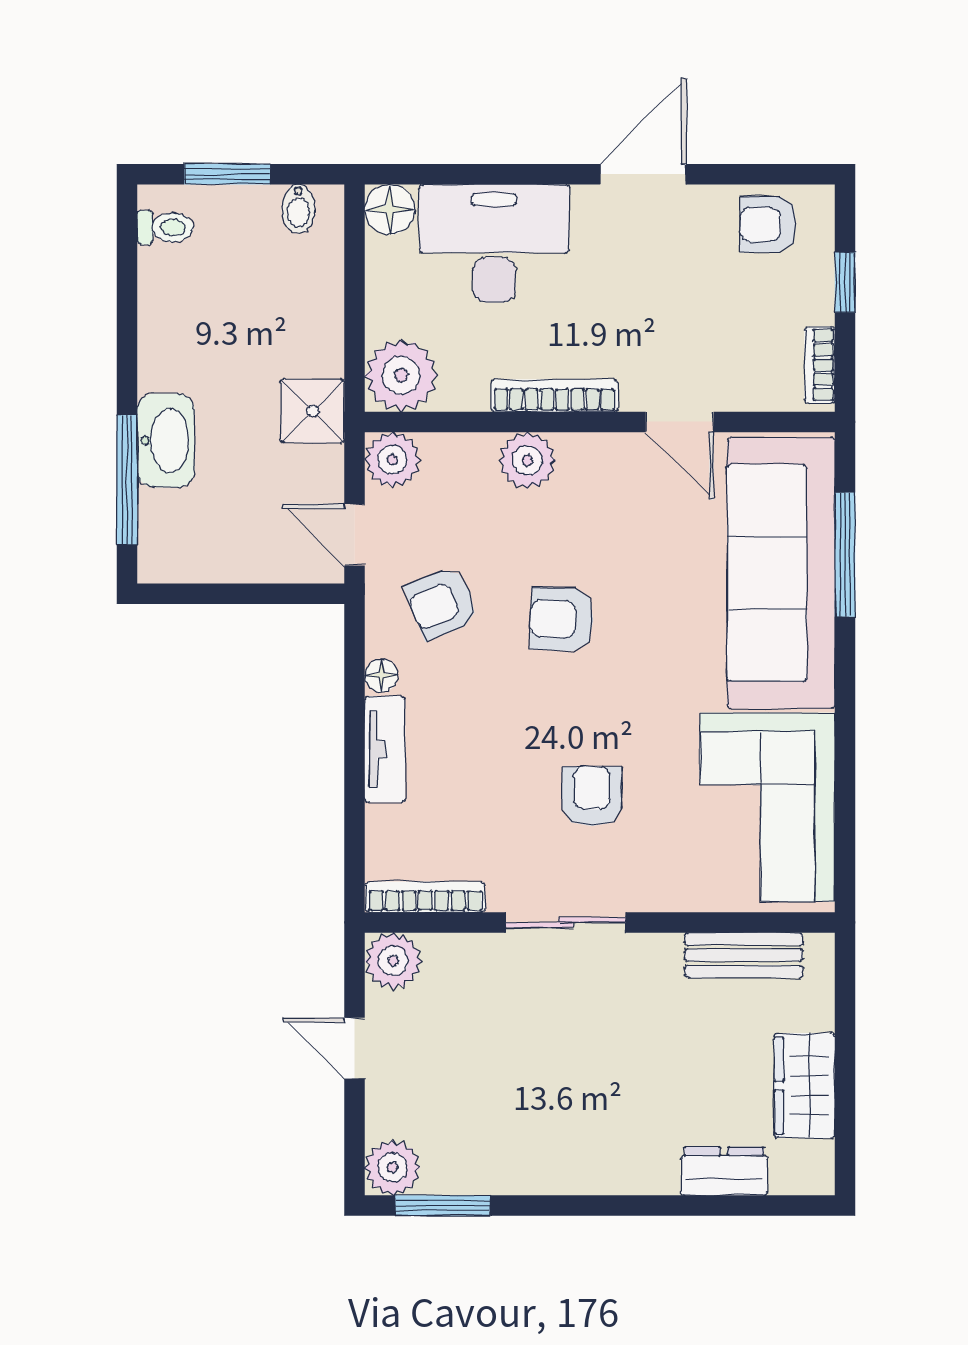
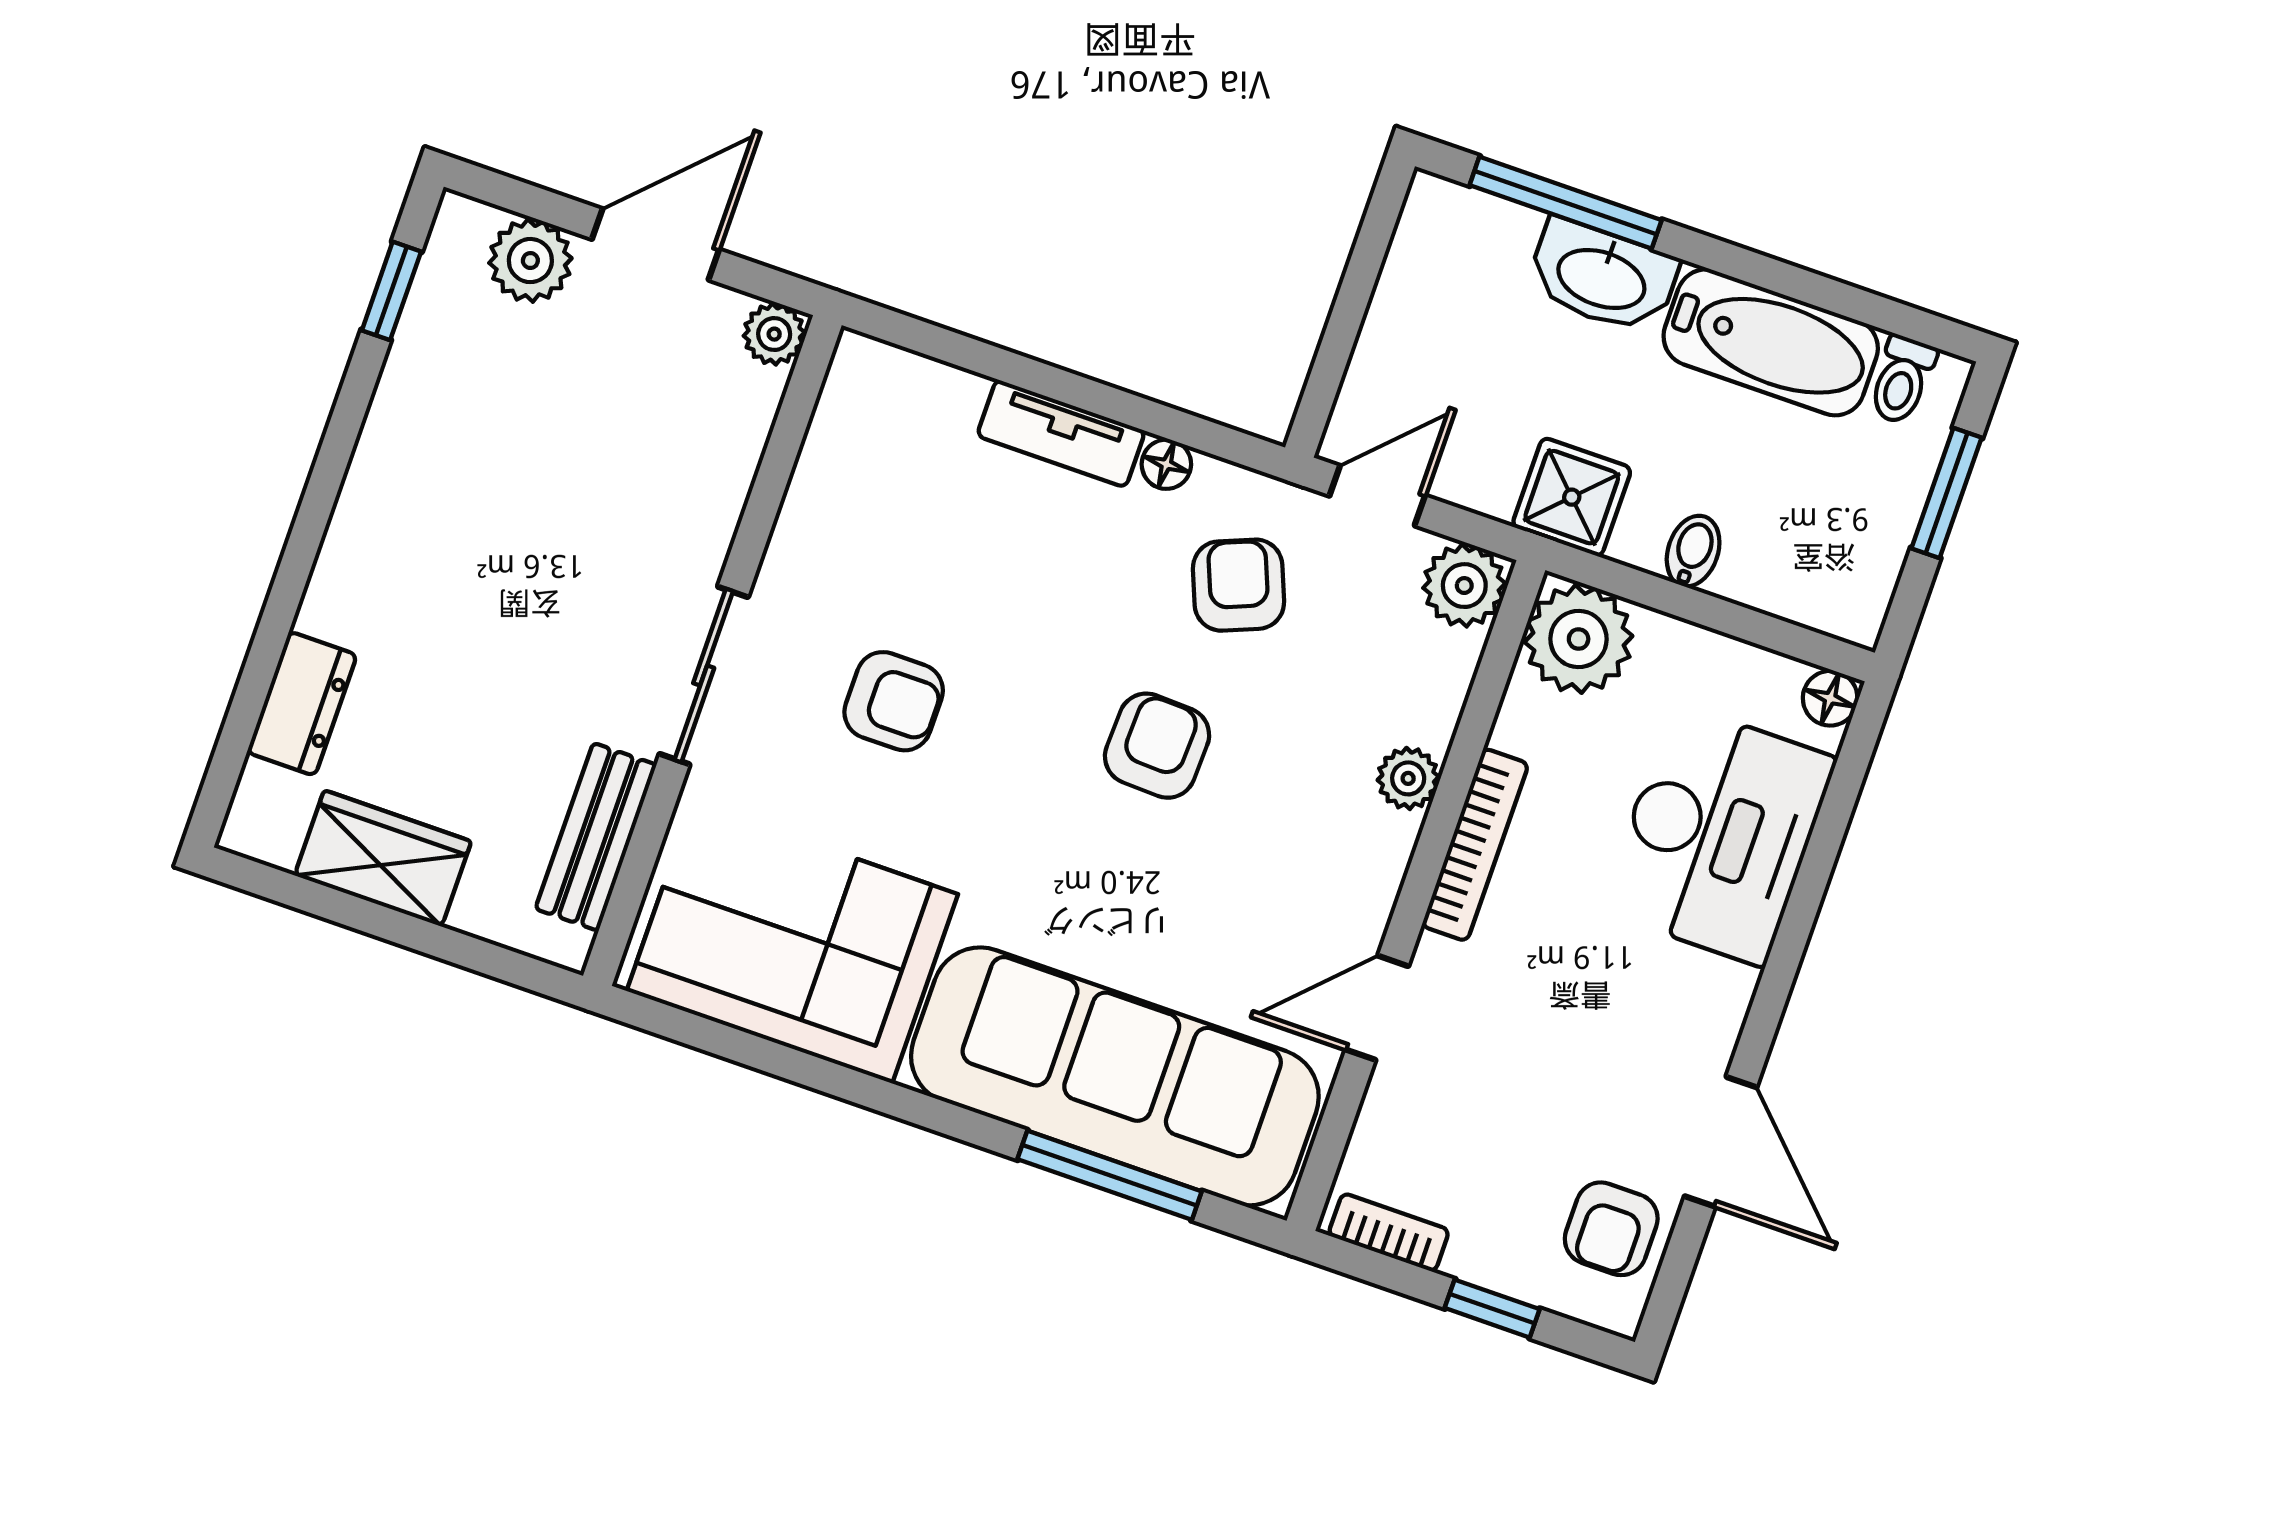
door: (643, 174) -> (1721, 1142), moved
bidet: (299, 209) -> (1693, 551), moved, turned 90
floor lamp: (390, 209) -> (1830, 698), width x0.73, depth x0.73
armchair: (768, 224) -> (1611, 1229), turned 180
bathtub: (170, 319) -> (1771, 342), added
plant: (527, 460) -> (1408, 778), width x0.73, depth x0.73
bookcase: (425, 897) -> (834, 418), removed
sliding door: (566, 922) -> (704, 676), moved
plant: (393, 961) -> (774, 334), width x0.73, depth x0.73
door: (355, 1048) -> (655, 244), width x1.38
plant: (393, 1168) -> (530, 261), moved
window: (443, 1206) -> (391, 291), width x0.67

